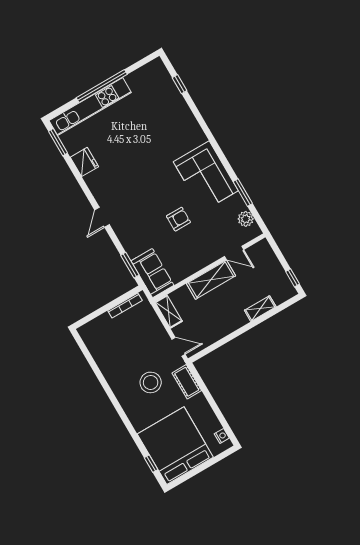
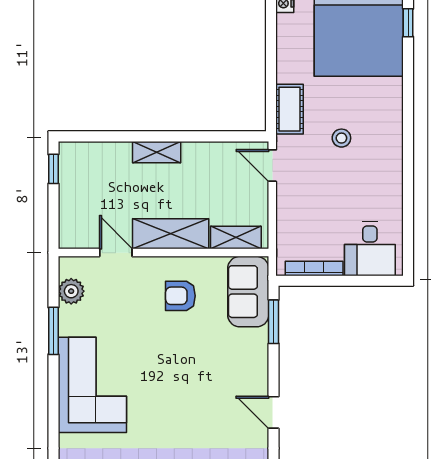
door: (102, 217) -> (274, 412), swing flipped
armchair: (178, 219) -> (180, 296), moved
shelving: (260, 309) -> (157, 152), moved
shelving: (169, 312) -> (236, 238), moved, turned 90
desk: (102, 333) -> (370, 249), added
stool: (151, 382) -> (341, 138), width x0.53, depth x0.53

